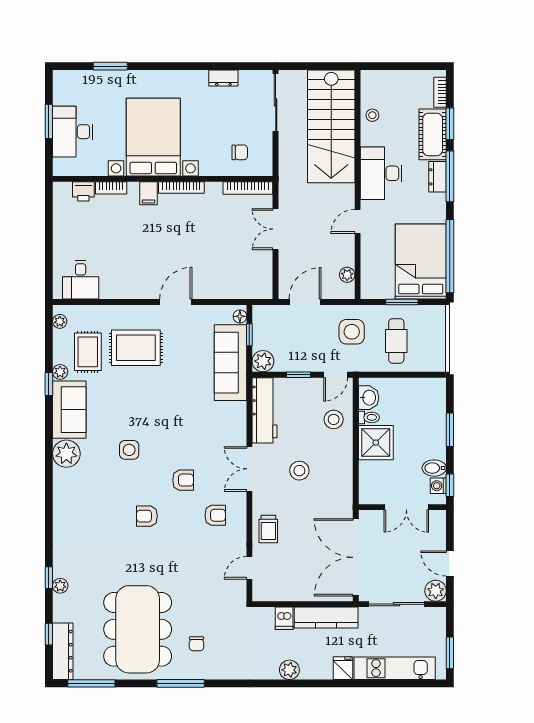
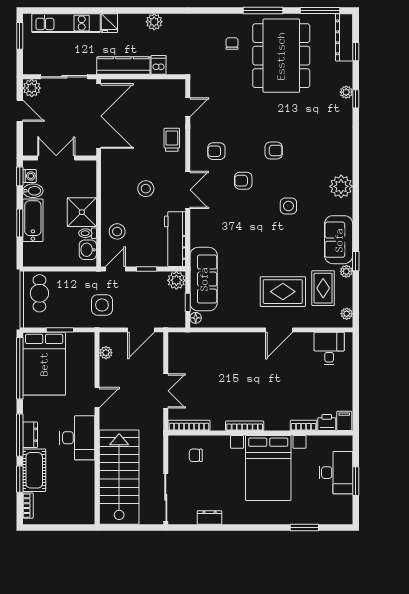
stool: (372, 115) -> (85, 486), removed
filing cabinet: (149, 193) -> (344, 421), moved
door: (176, 302) -> (279, 330), moved
cafe table: (396, 341) -> (39, 293), moved
bathtub: (434, 433) -> (33, 220), added
plant: (66, 454) -> (341, 186), moved
window: (181, 683) -> (263, 10), moved

